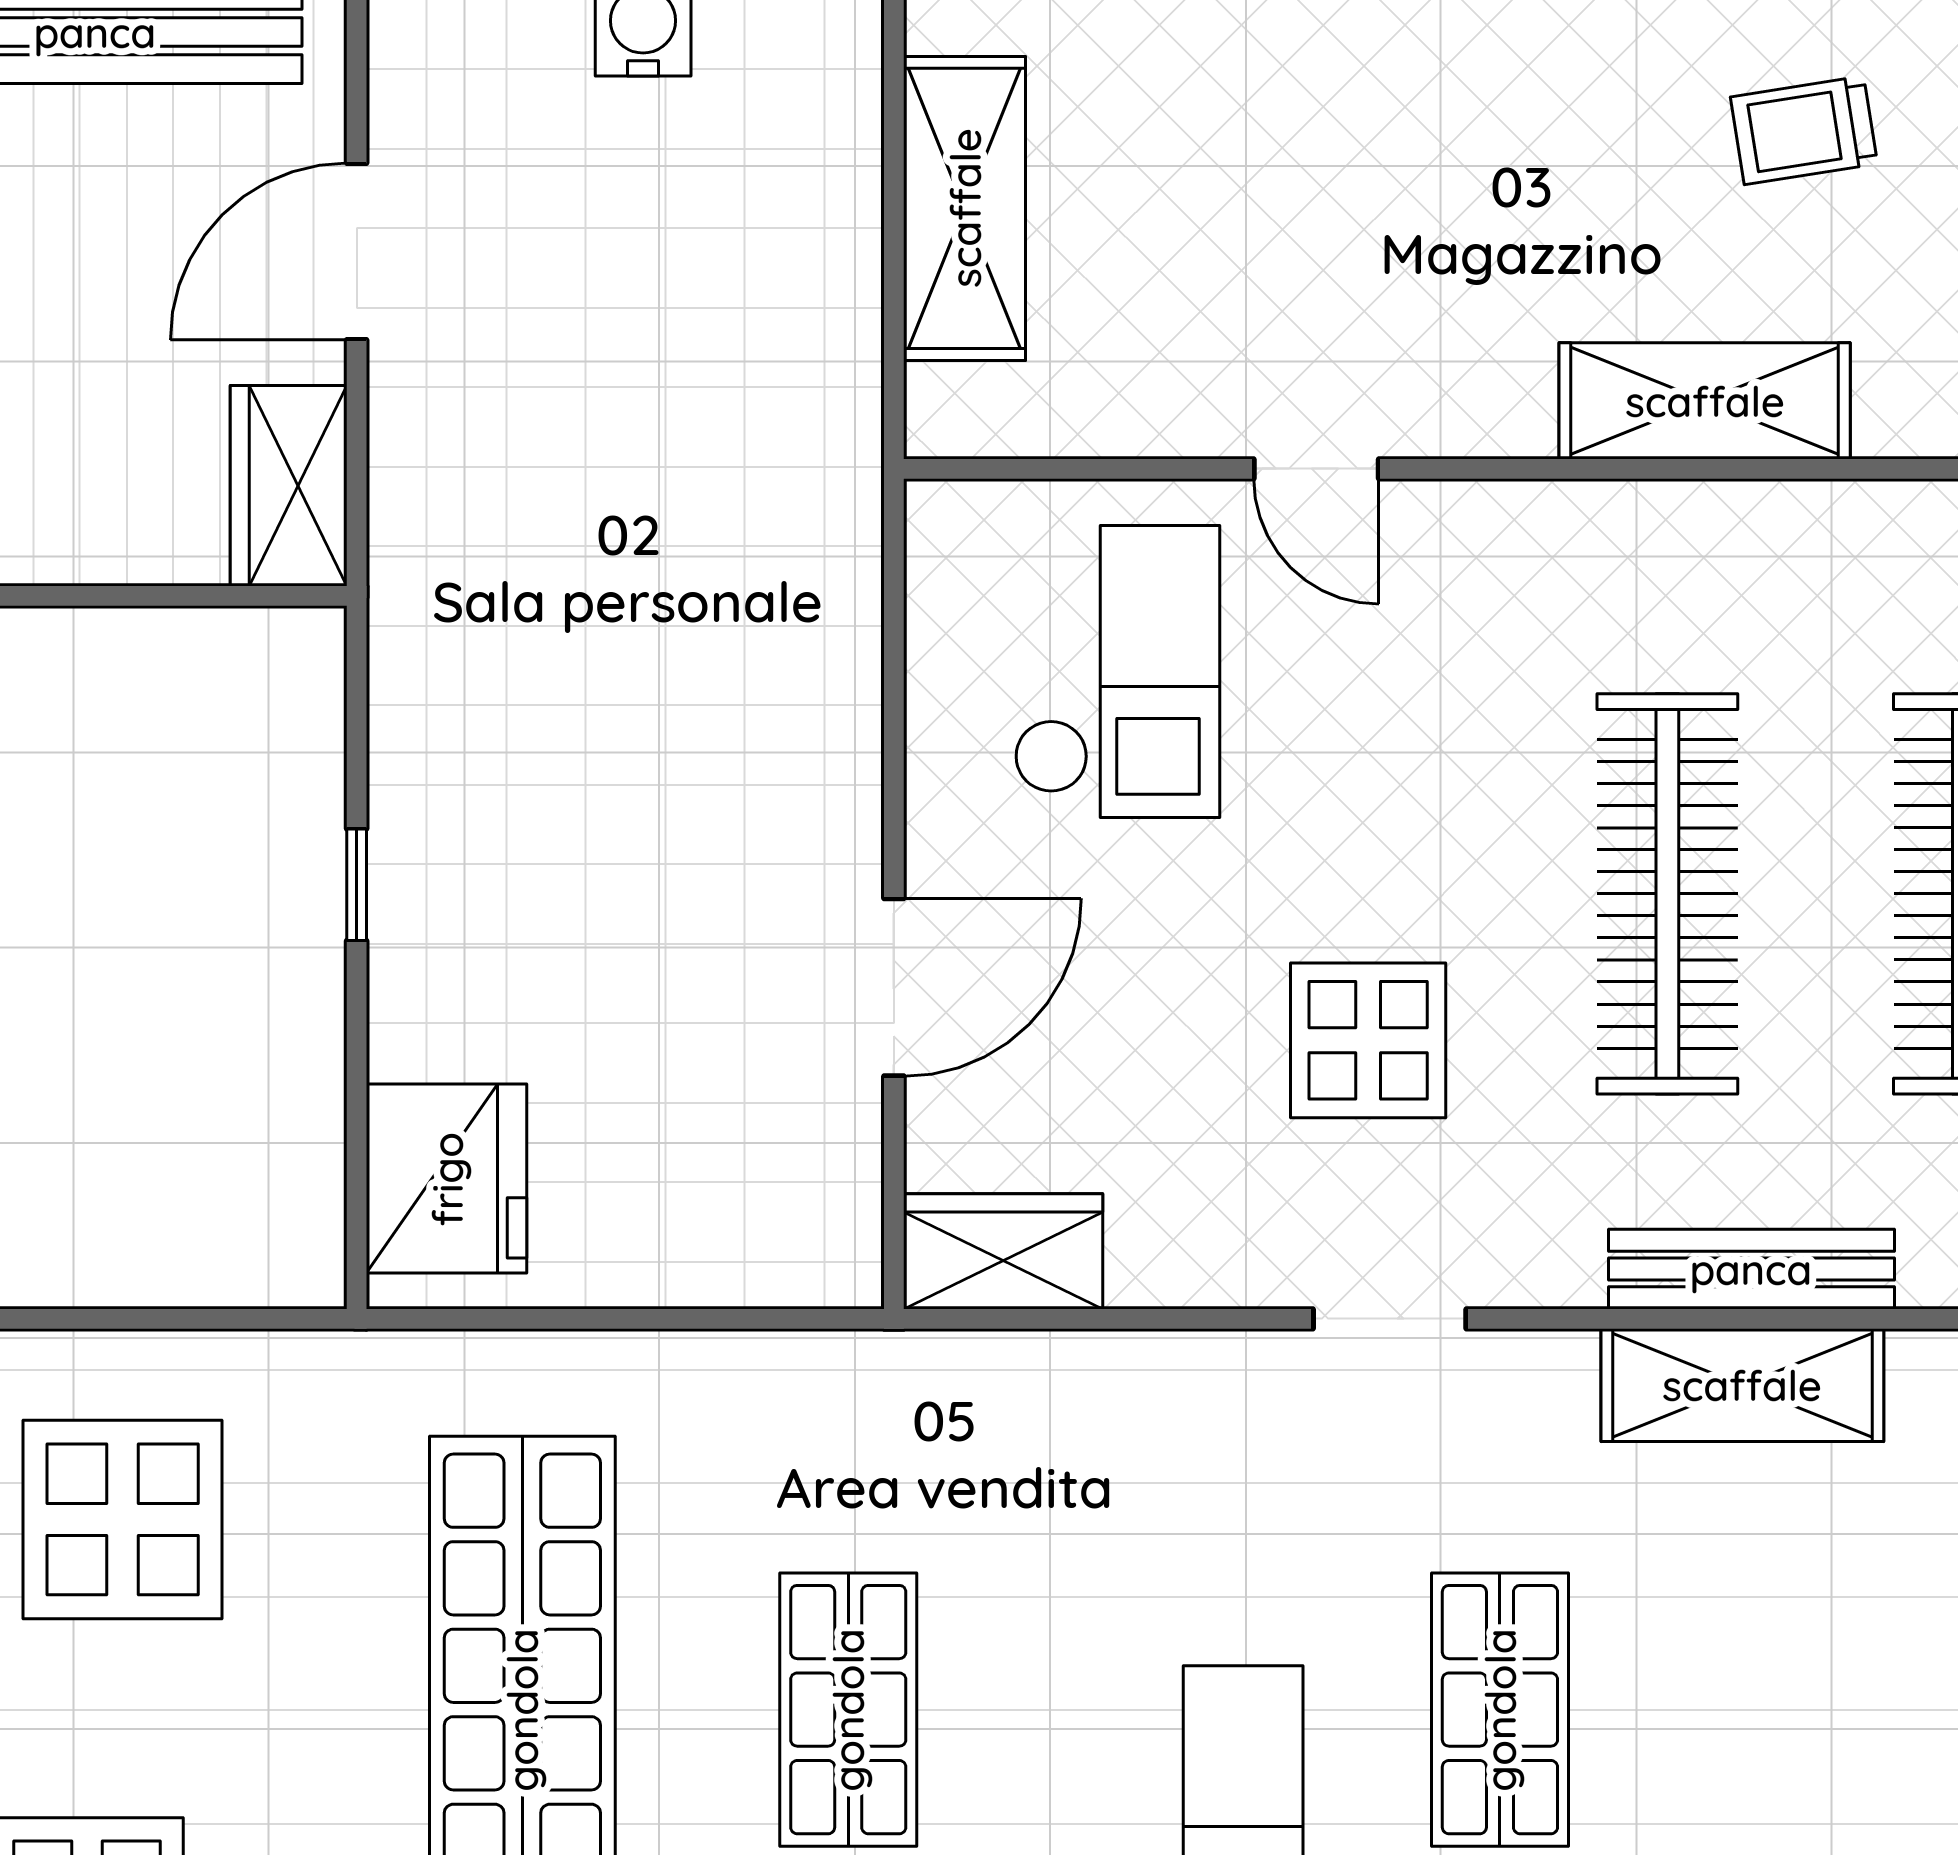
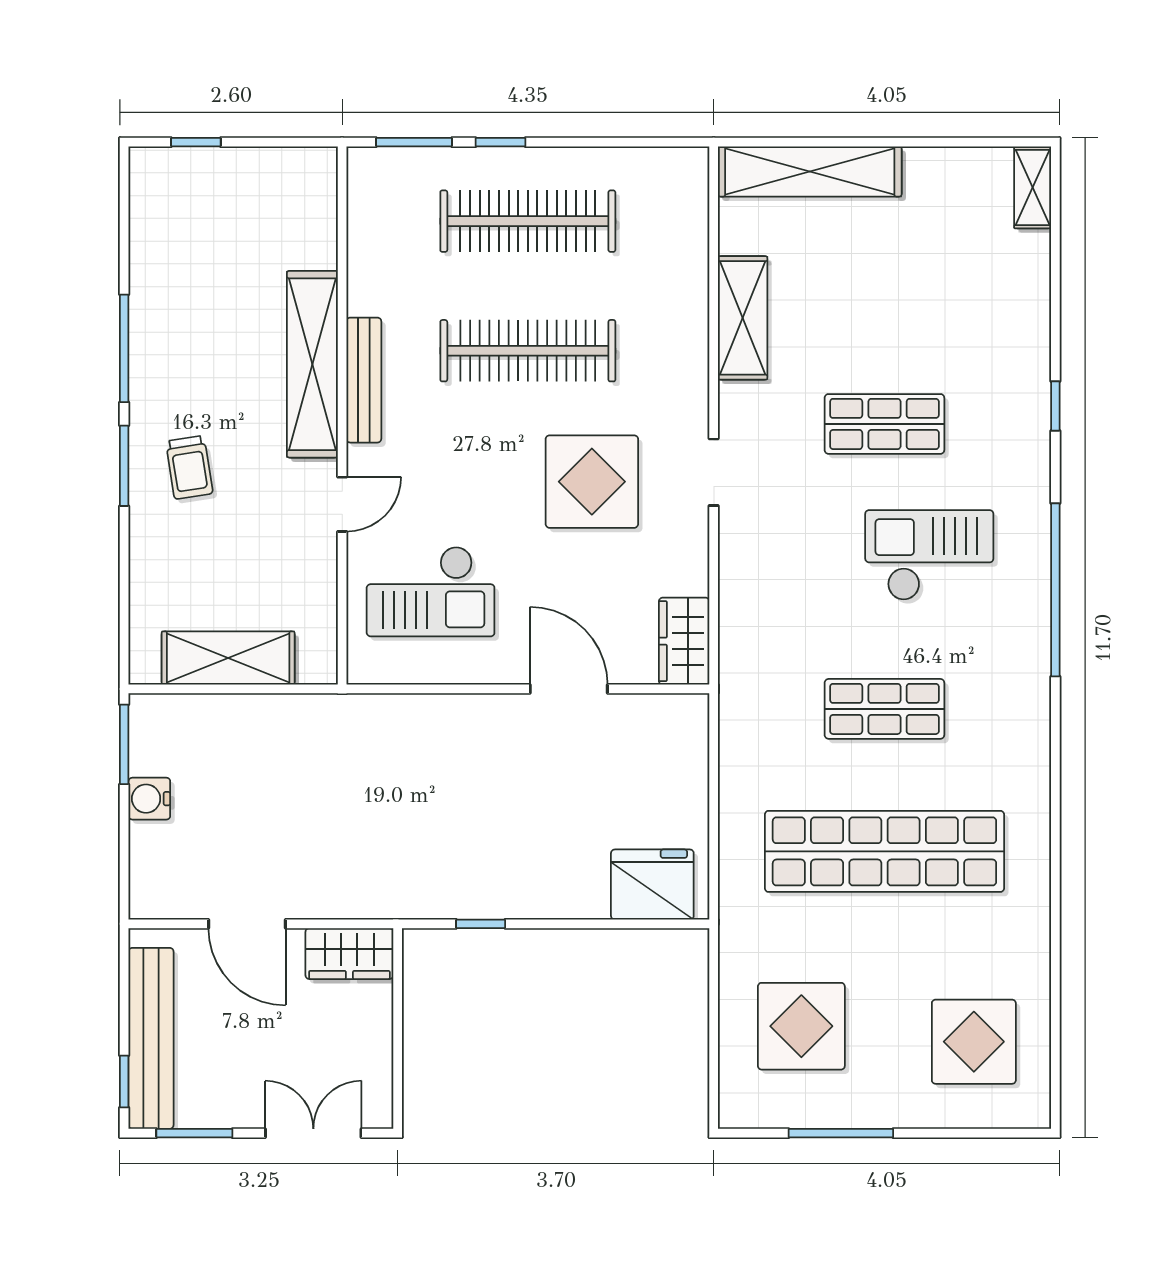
trolley: (1804, 130) -> (189, 467), moved
shelving: (1705, 401) -> (312, 364), width x1.47
checkout: (1117, 671) -> (431, 591), turned 180
window: (357, 885) -> (481, 924), moved
display table: (1368, 1040) -> (592, 482), width x1.36, depth x1.36
bench: (1751, 1269) -> (364, 380), moved

